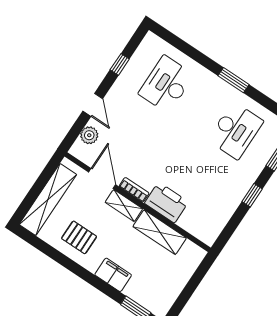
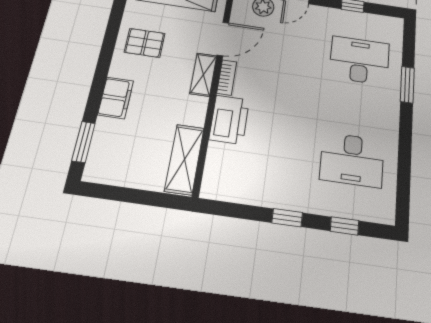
window: (233, 80) -> (407, 85), moved
shelving: (160, 232) -> (184, 159), moved
pallet: (79, 237) -> (145, 43), turned 90

